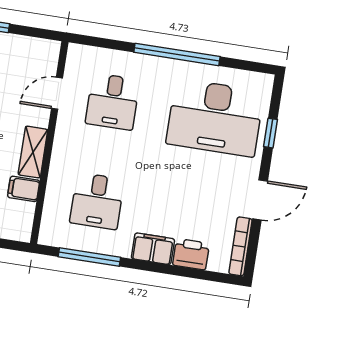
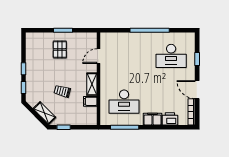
desk: (113, 102) -> (124, 56), removed
desk: (215, 118) -> (171, 56), width x0.73, depth x0.77
door: (260, 200) -> (197, 90), swing flipped
desk: (97, 201) -> (124, 102), width x1.37

